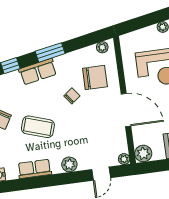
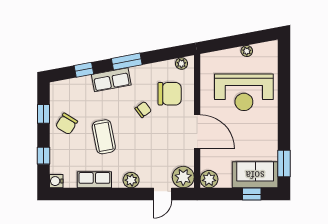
coffee table: (38, 127) -> (104, 137), turned 61
plant: (124, 159) -> (183, 177), width x1.88, depth x1.88

